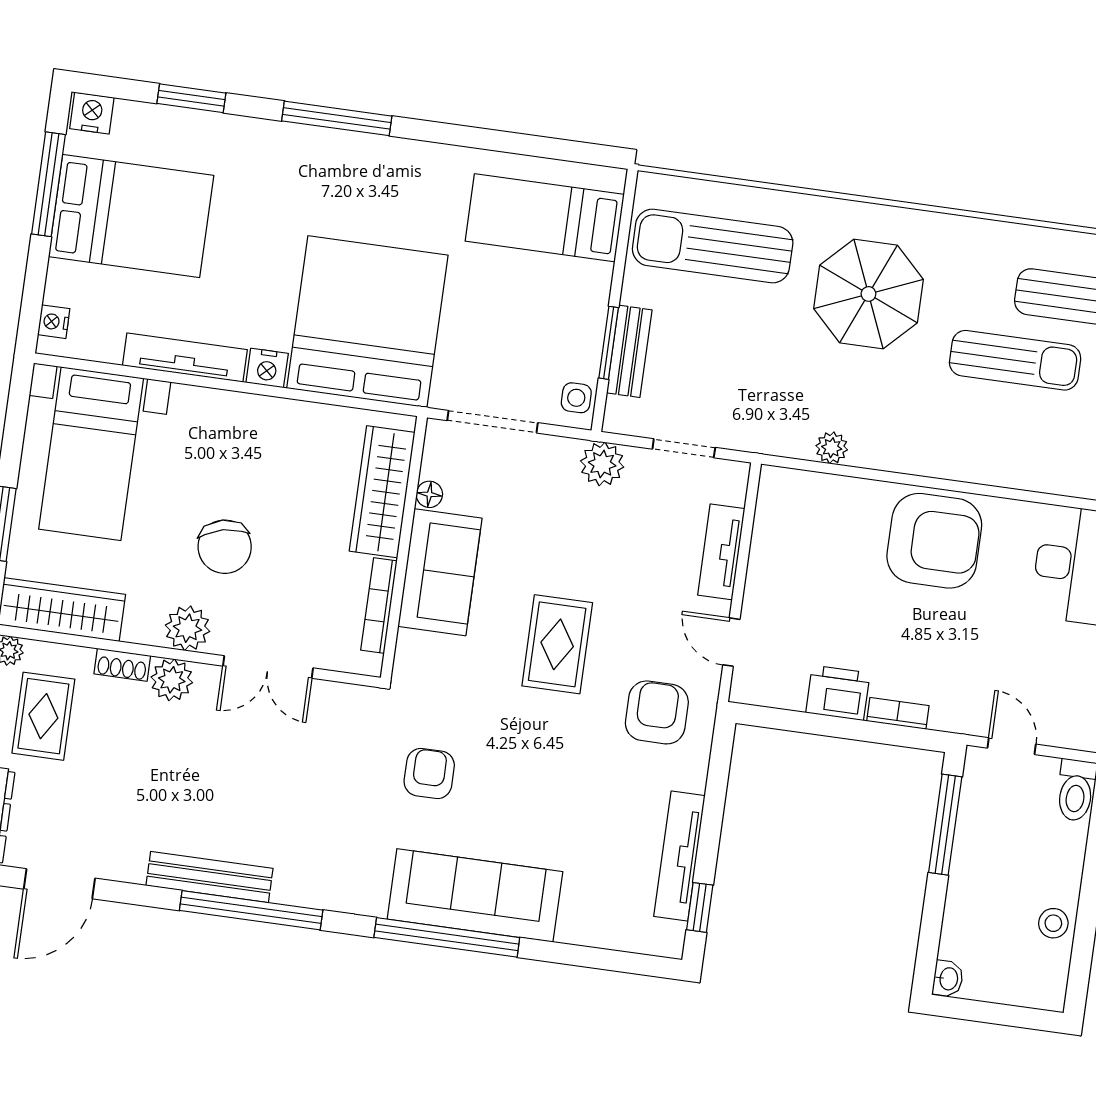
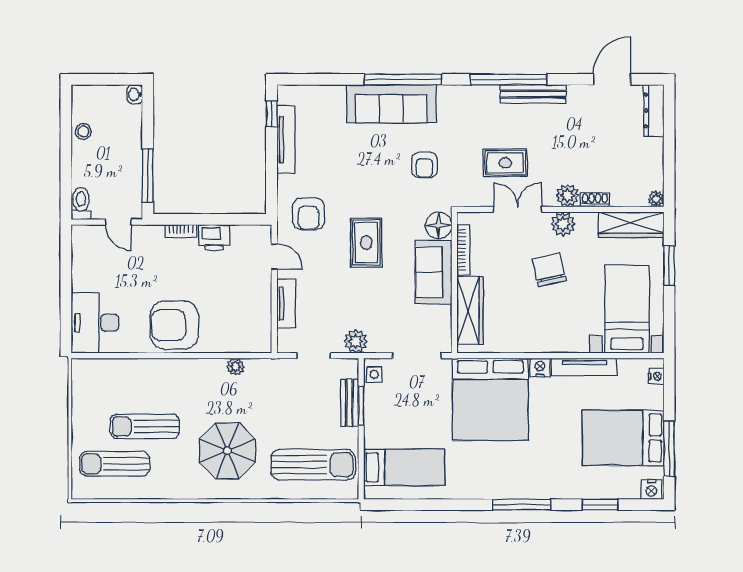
floor lamp: (429, 494) -> (439, 225), moved, width x1.89, depth x1.89
rug: (43, 716) -> (505, 163), moved, turned 90

